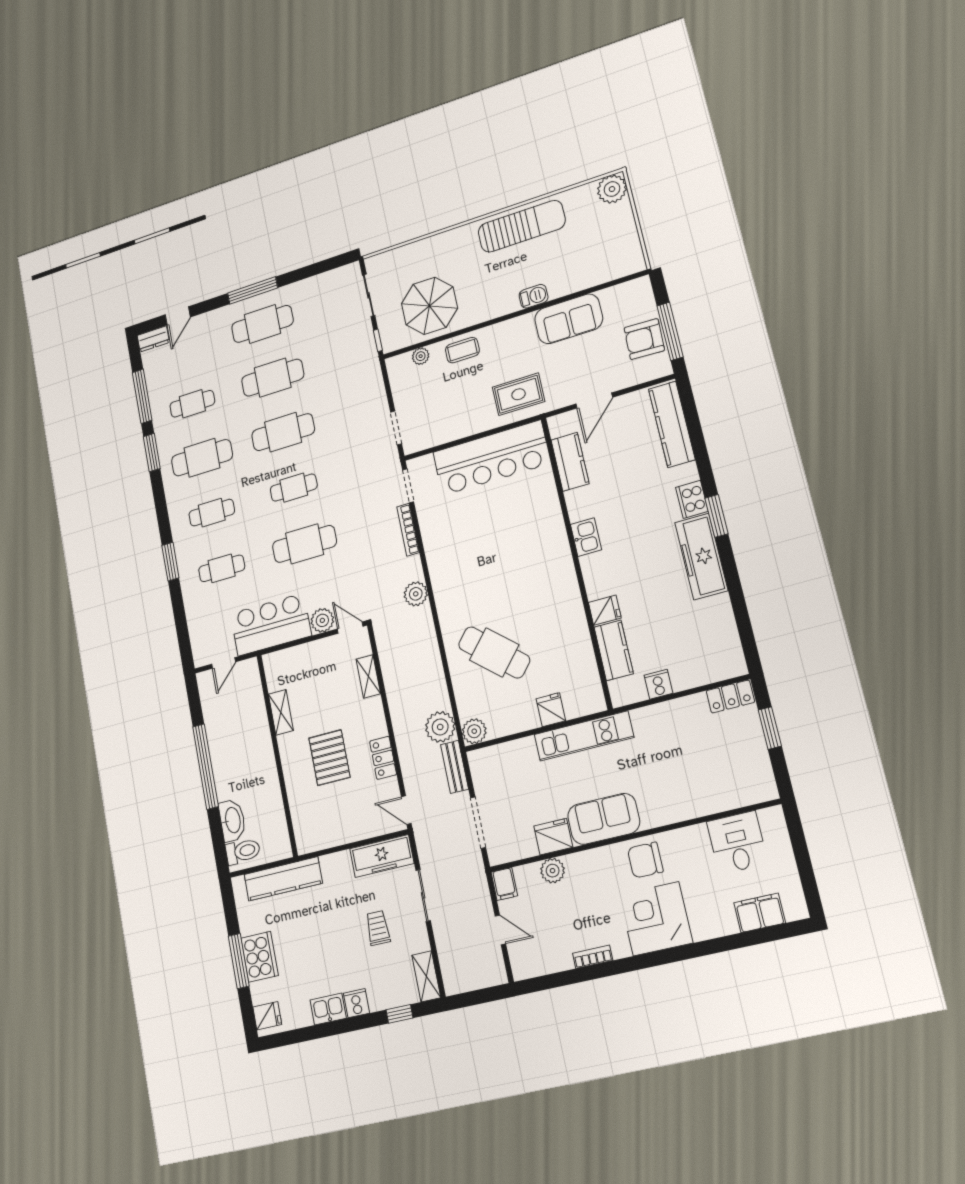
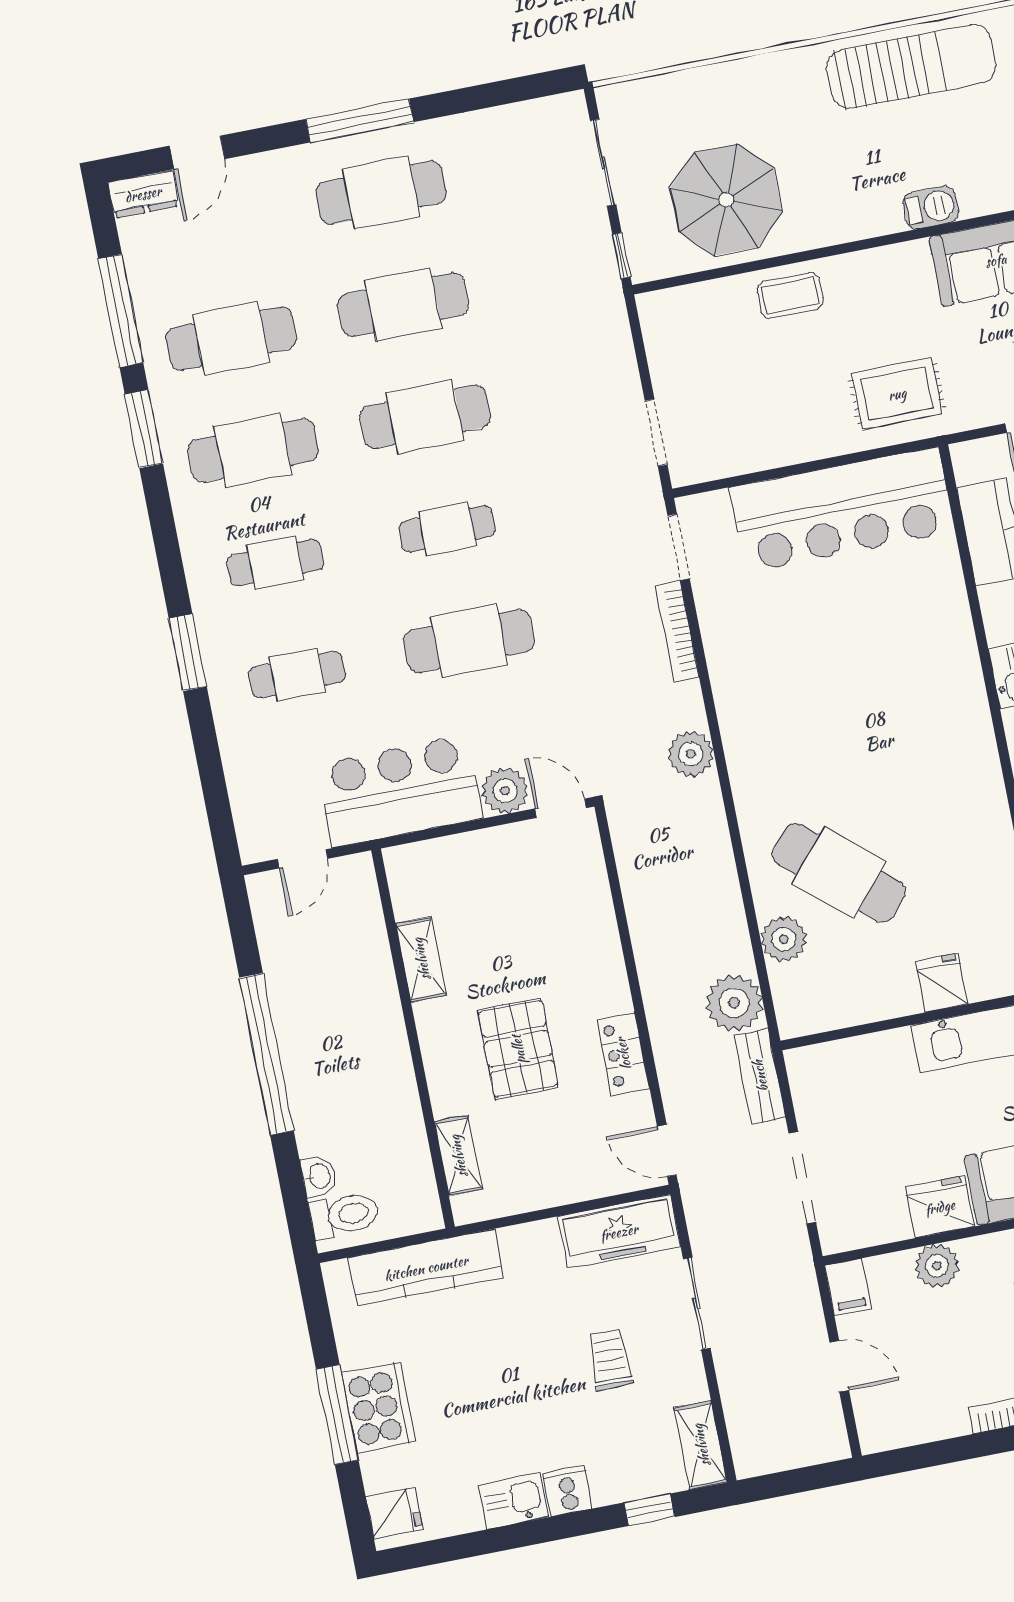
plant: (421, 356) -> (707, 297), removed
cafe table: (192, 404) -> (231, 338), width x1.37, depth x1.35
shelving: (368, 676) -> (458, 1156), moved
plant: (474, 731) -> (784, 939), moved
washbasin: (232, 820) -> (319, 1176), width x0.52, depth x0.69

